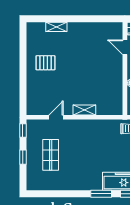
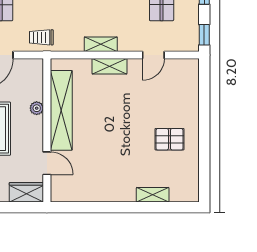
shelving: (116, 81) -> (61, 110), added
shelving: (90, 124) -> (101, 44), added

